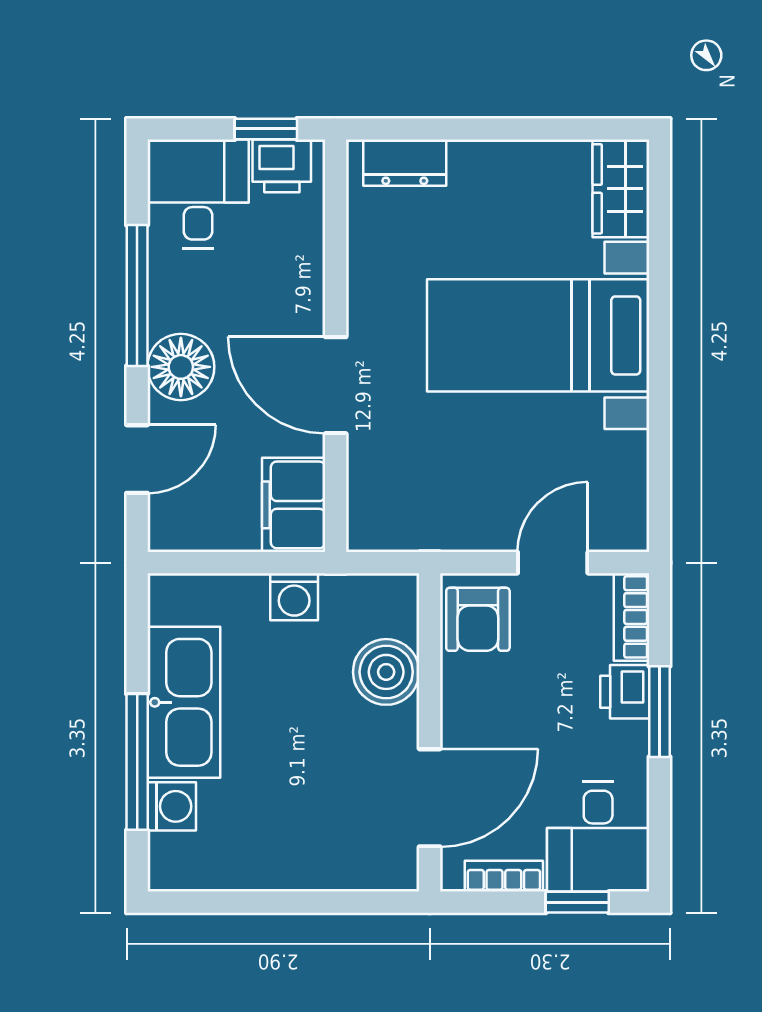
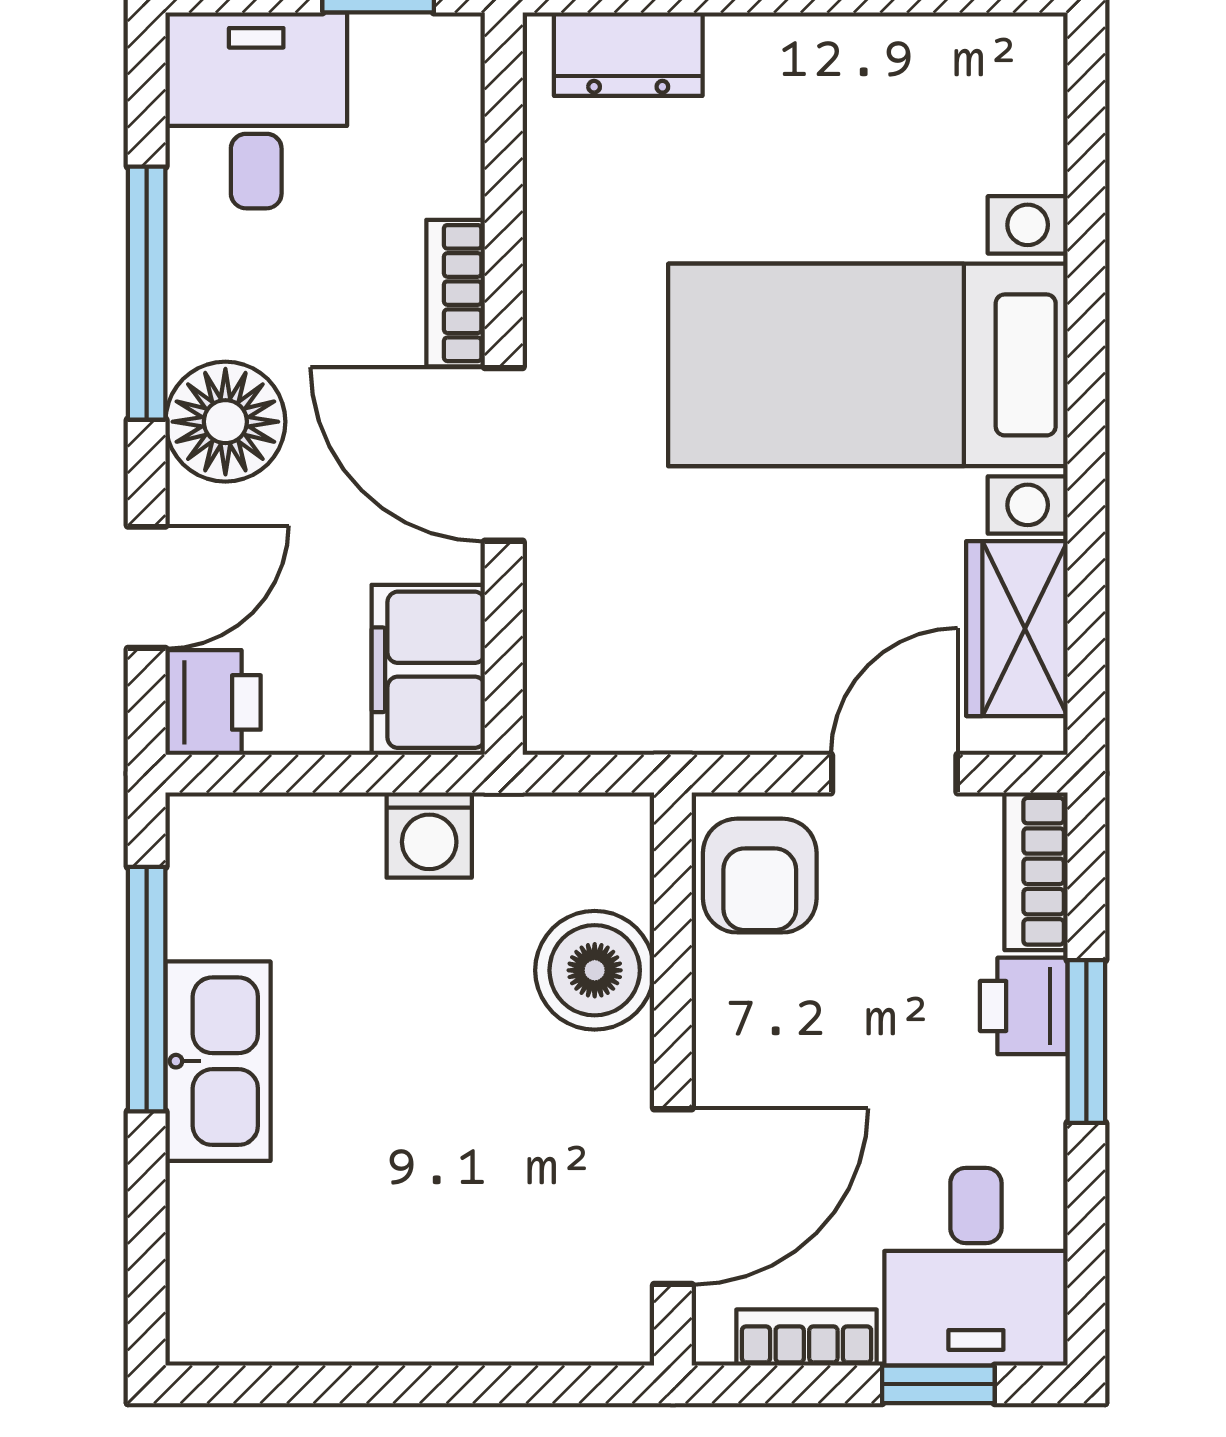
printer: (282, 166) -> (213, 702), moved, turned -90
wardrobe: (621, 189) -> (1017, 629), moved
bookcase: (309, 295) -> (456, 293), added
kitchen sink: (184, 702) -> (218, 1061), width x0.73, depth x0.81
window: (137, 762) -> (147, 989), moved
washing machine: (172, 806) -> (209, 1212), removed

